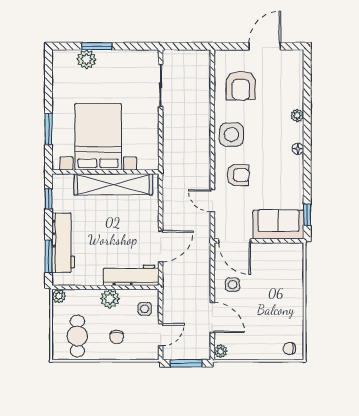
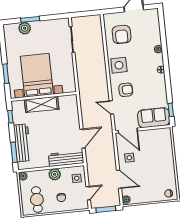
shelving: (113, 184) -> (42, 104), width x0.68

